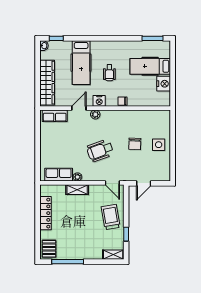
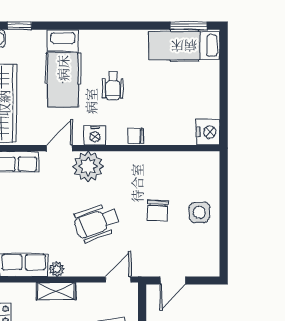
hospital bed: (150, 66) -> (184, 46), moved
nightstand: (164, 84) -> (208, 132), moved
plant: (95, 114) -> (88, 166), width x1.88, depth x1.88
door: (112, 183) -> (118, 279), swing flipped

